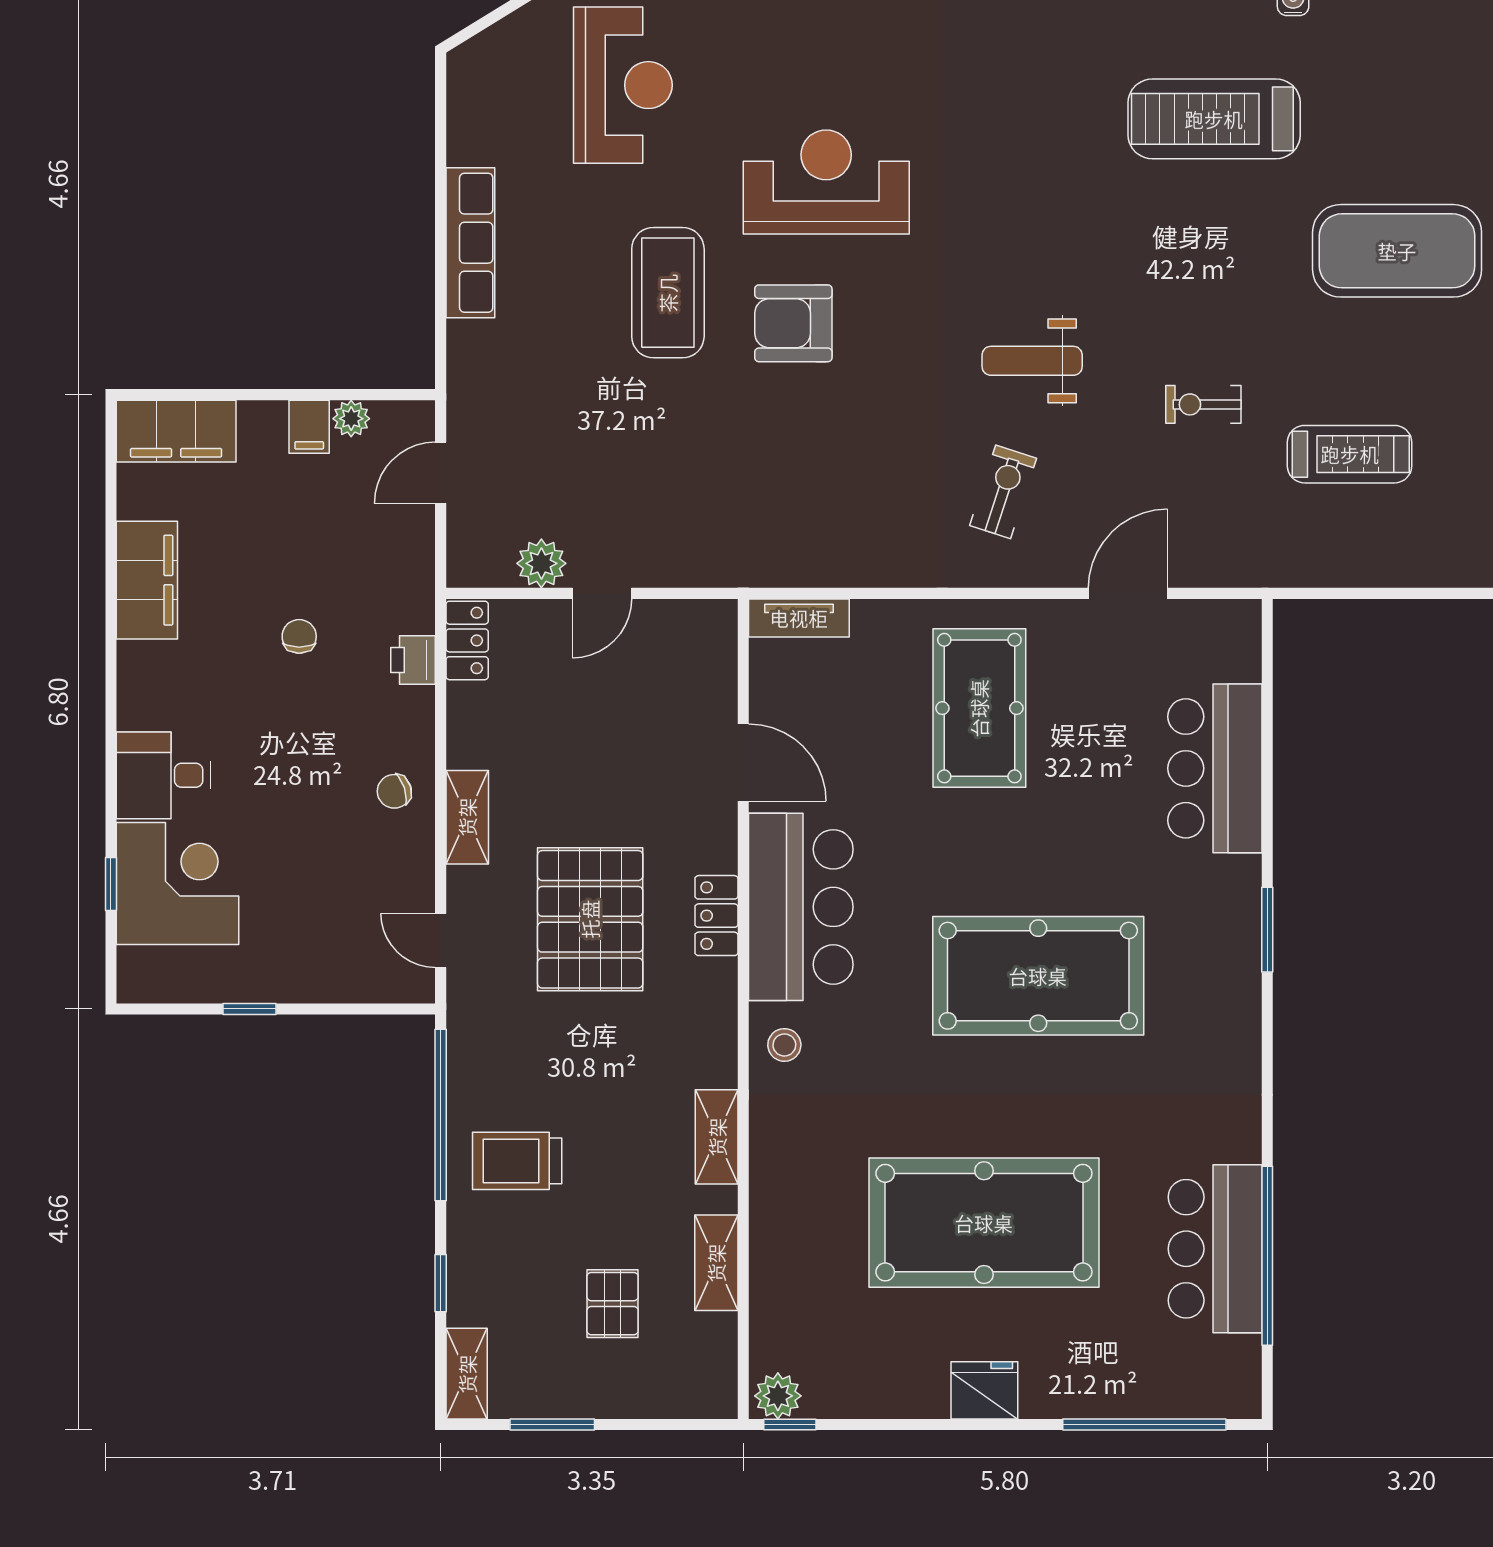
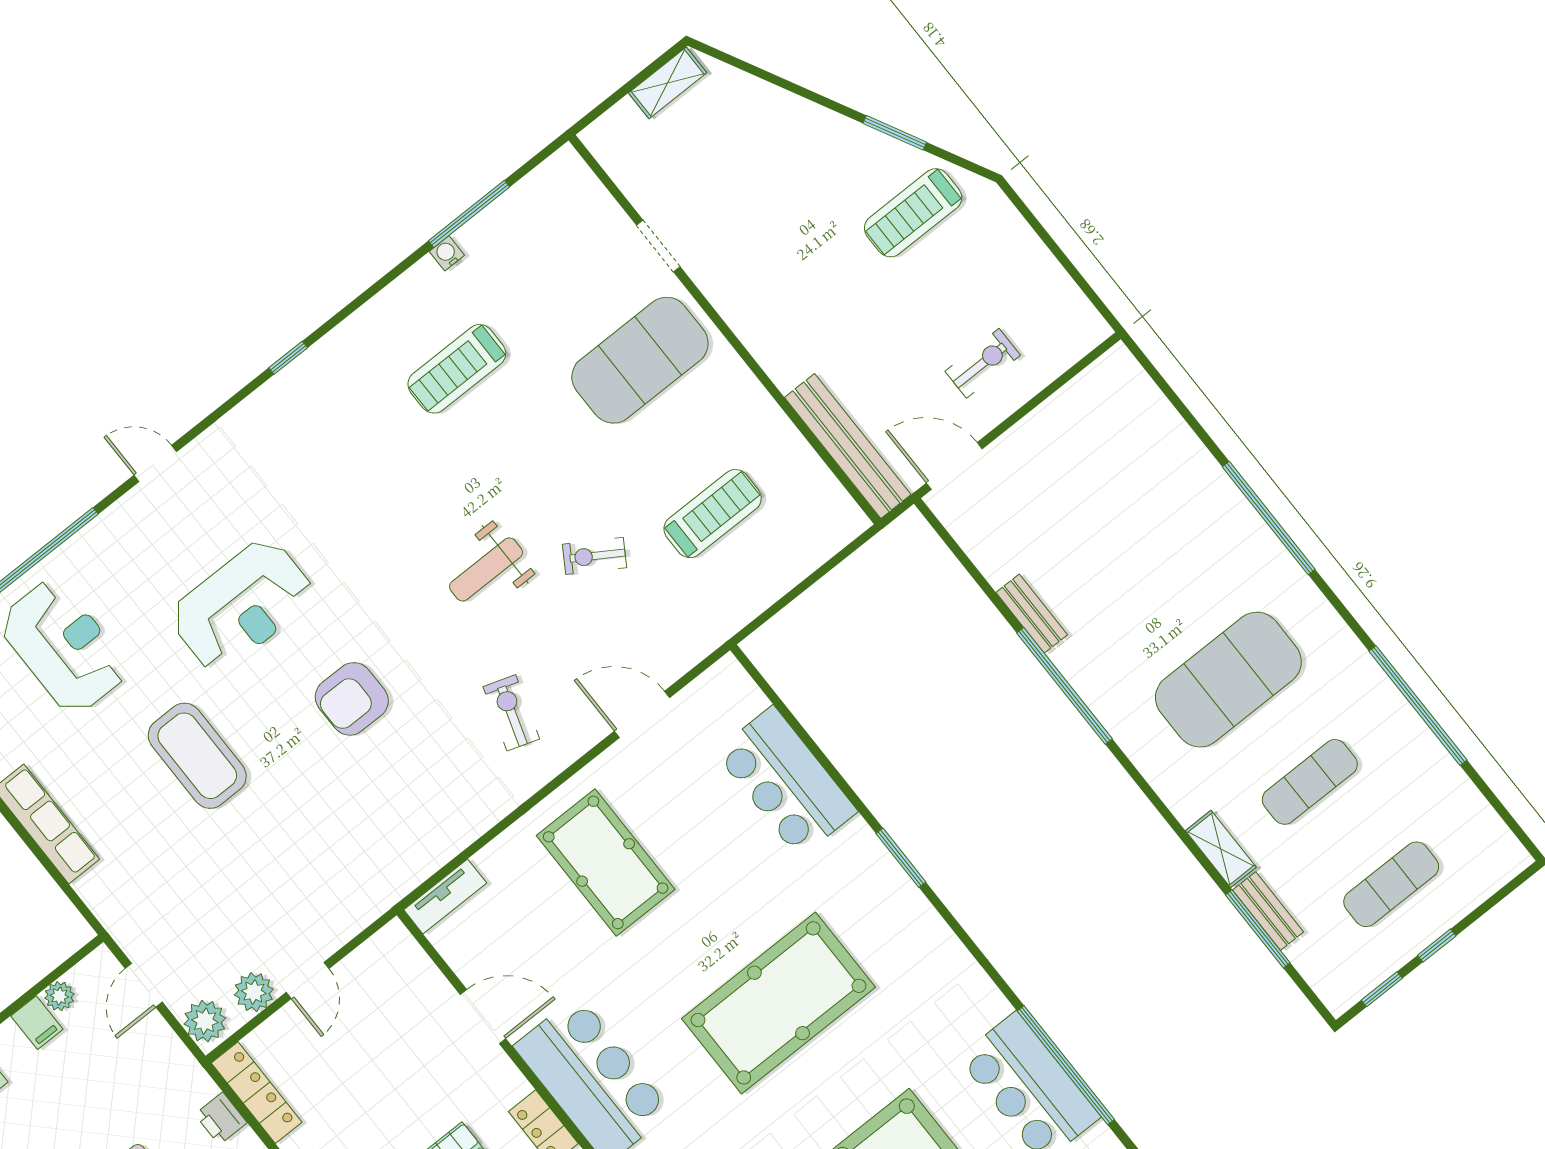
treadmill: (1214, 119) -> (457, 369), width x0.73, depth x0.73
reception desk: (826, 182) -> (242, 605), turned 180
armchair: (793, 323) -> (352, 699), moved
weight bench: (1032, 361) -> (486, 569), moved
exercise bike: (1203, 404) -> (594, 556), turned 32
plant: (472, 554) -> (205, 1021), added
door: (1128, 593) -> (642, 714), hinge flipped
locker: (467, 640) -> (257, 1093), width x1.53

